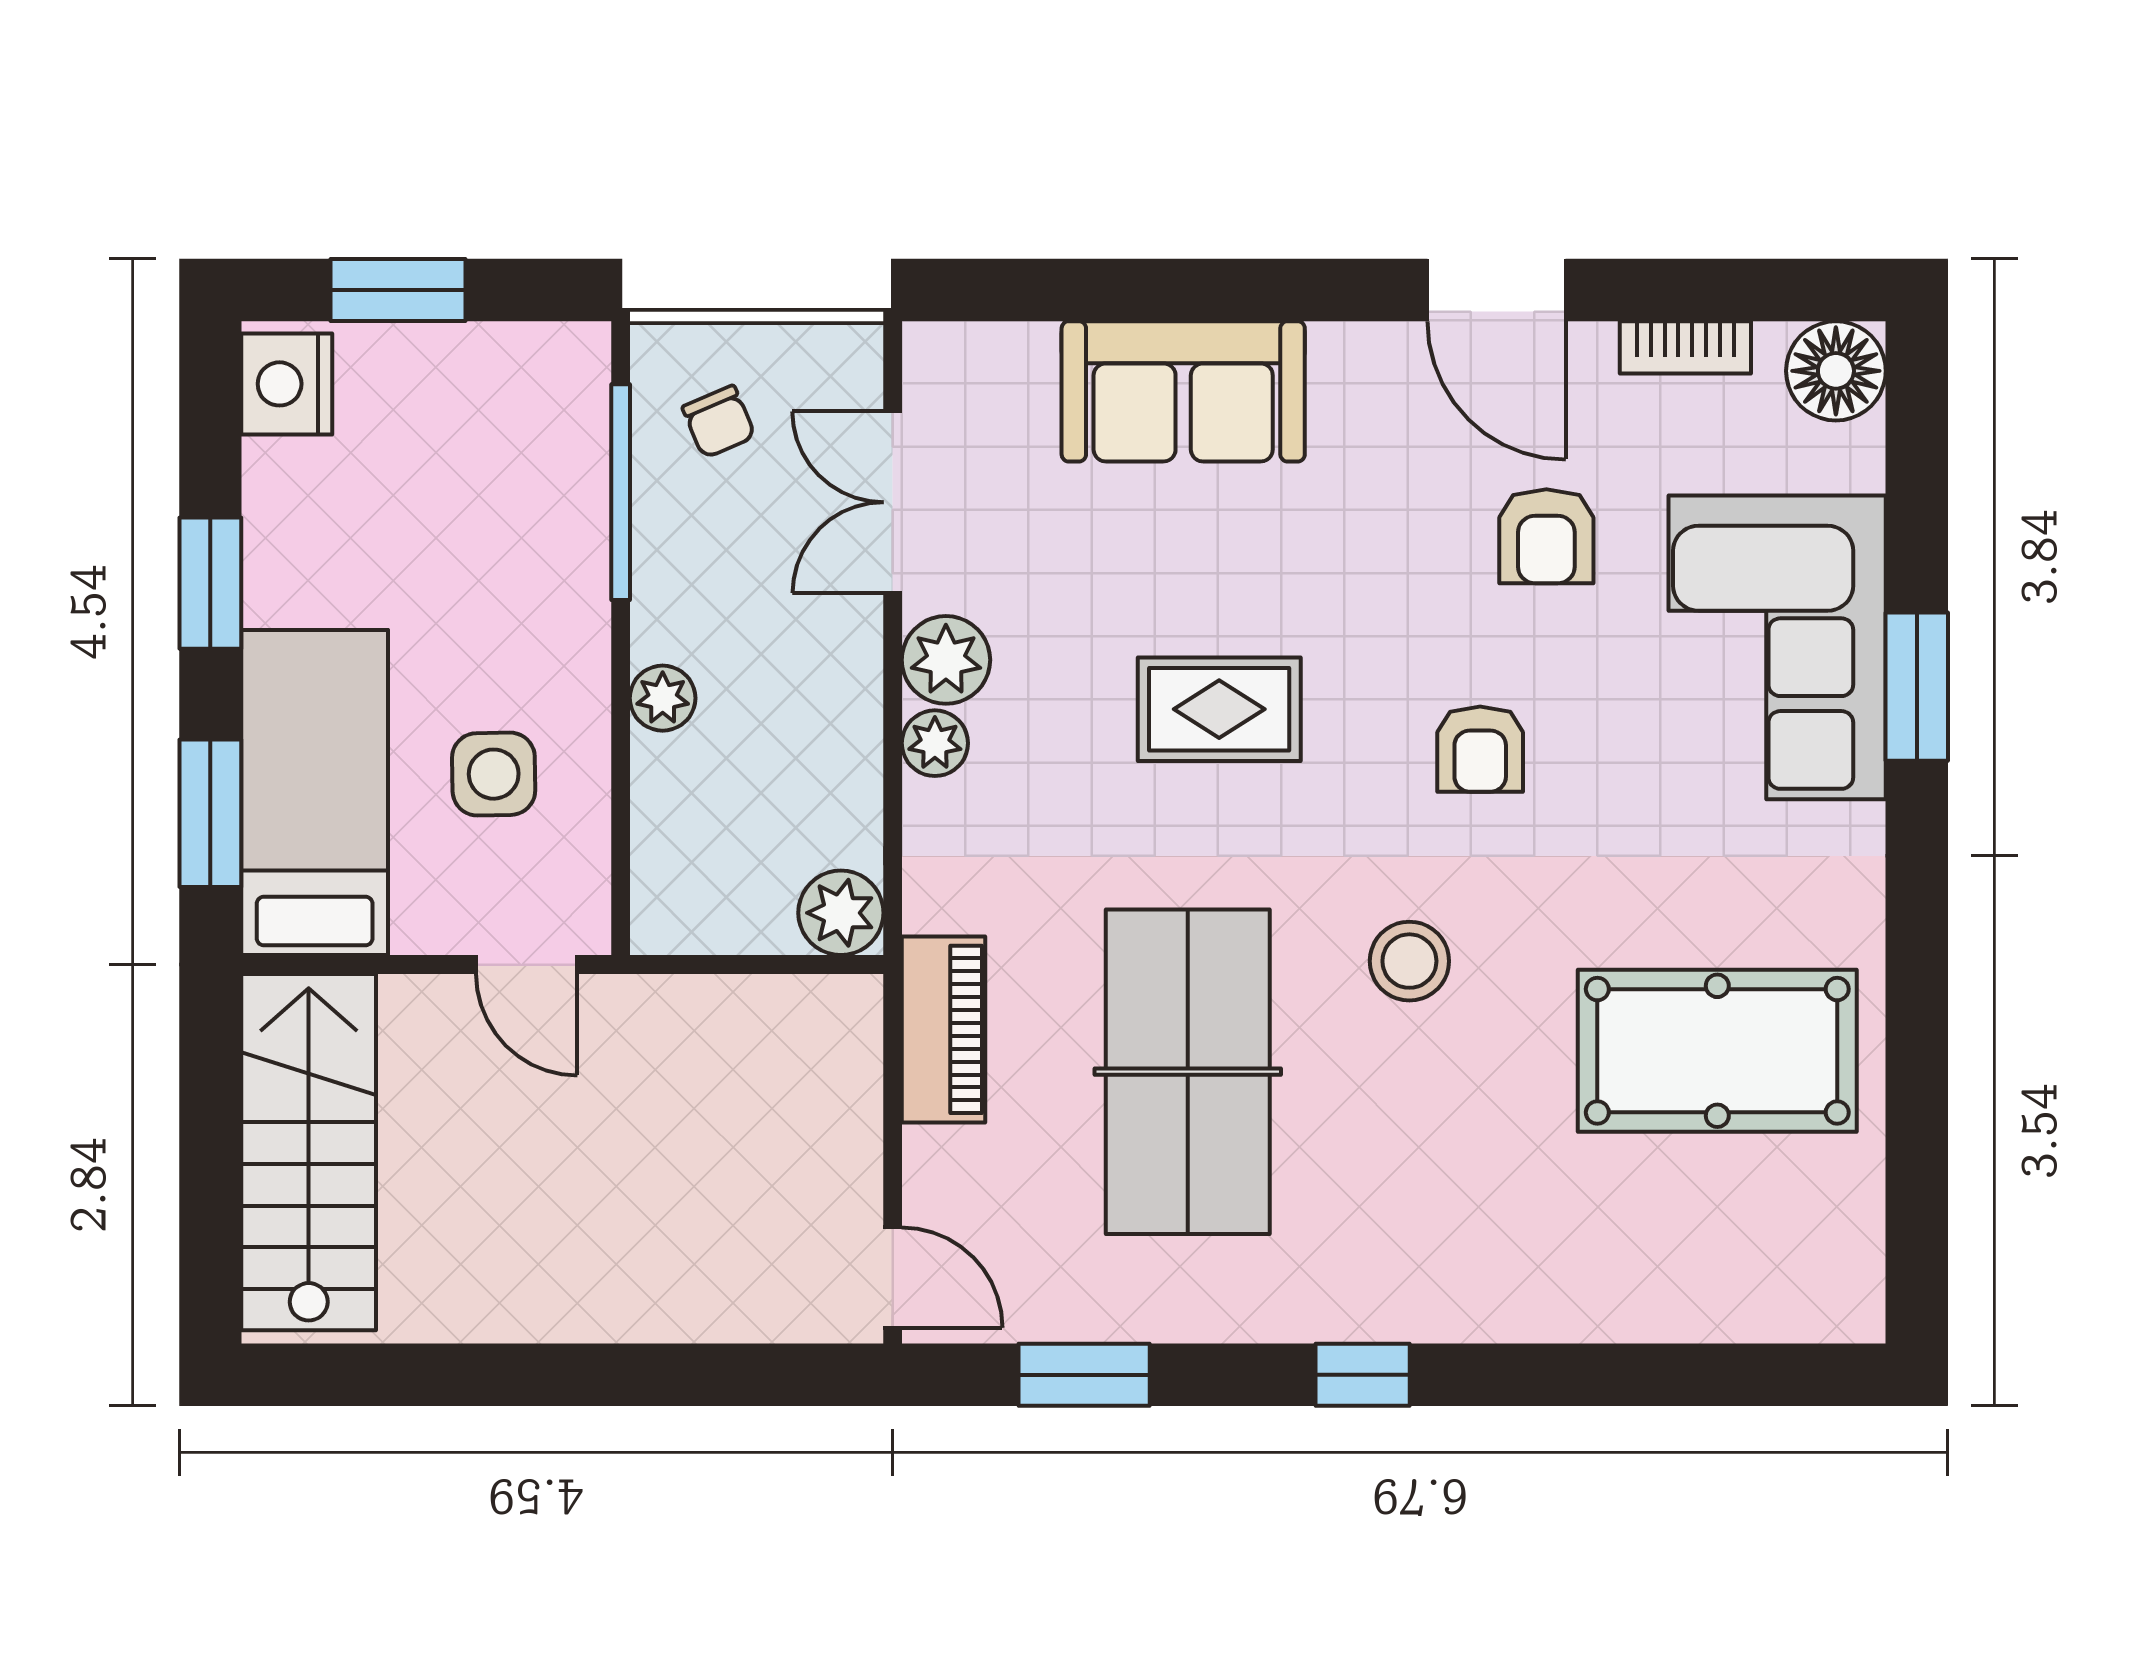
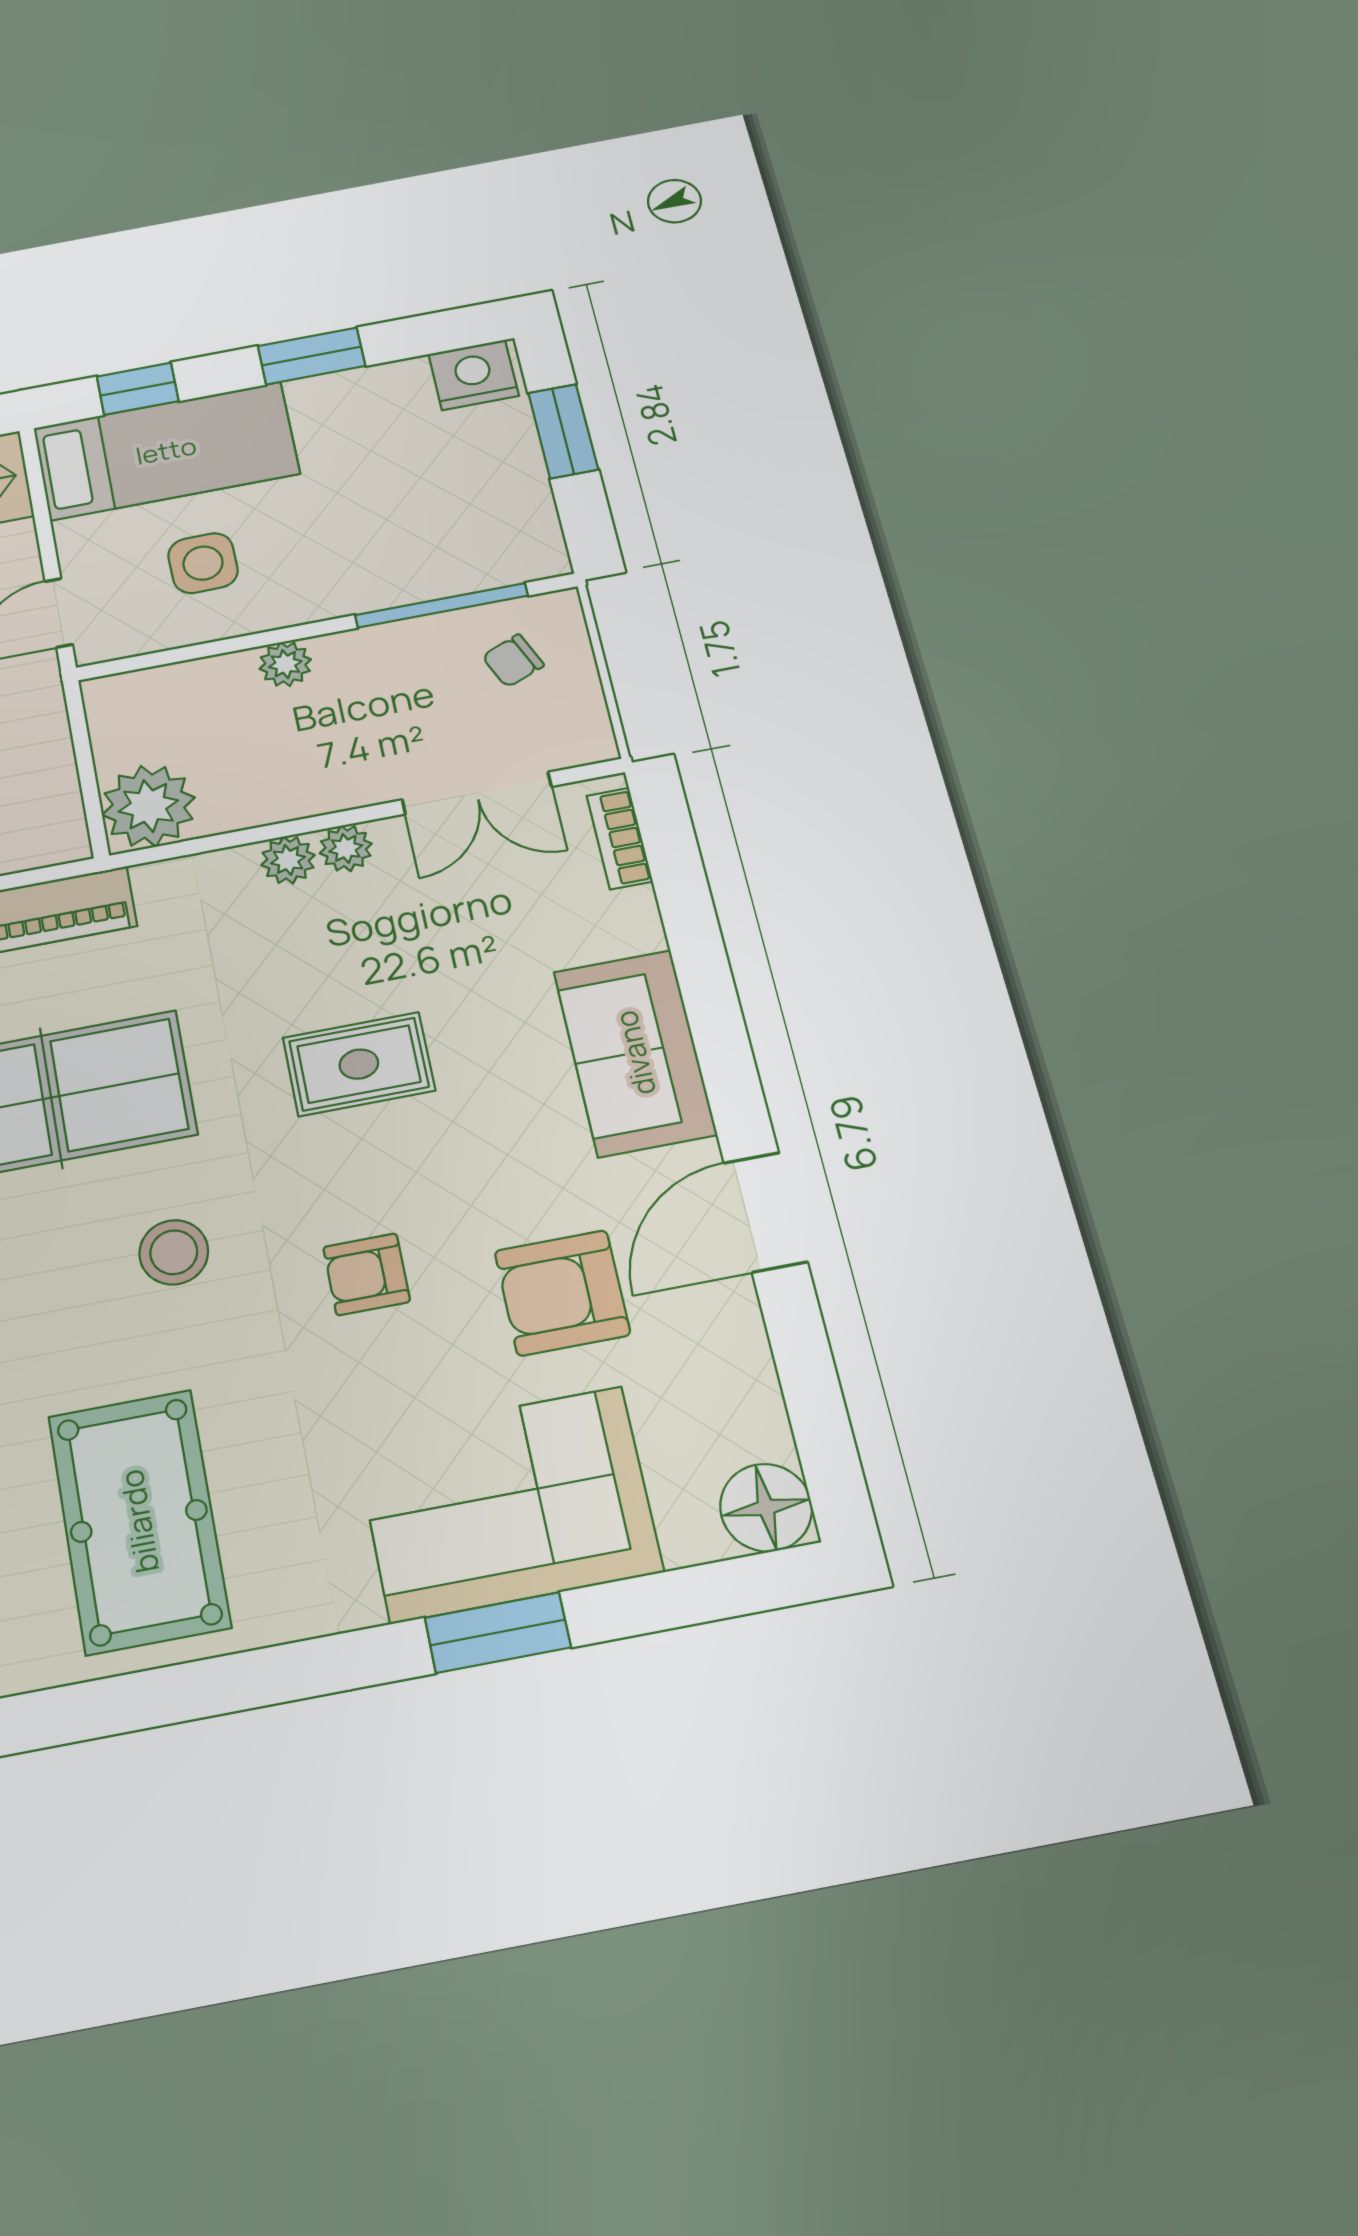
bookcase: (1685, 347) -> (620, 838), moved
sofa: (1183, 391) -> (635, 1053), moved
double door: (893, 502) -> (477, 793), swing flipped
armchair: (1546, 536) -> (562, 1293), width x1.38, depth x1.38
plant: (946, 660) -> (346, 848), width x0.73, depth x0.73
rug: (1219, 709) -> (359, 1064), turned 90
window: (210, 813) -> (138, 389), width x0.67
plant: (841, 913) -> (148, 806), width x1.36, depth x1.36

